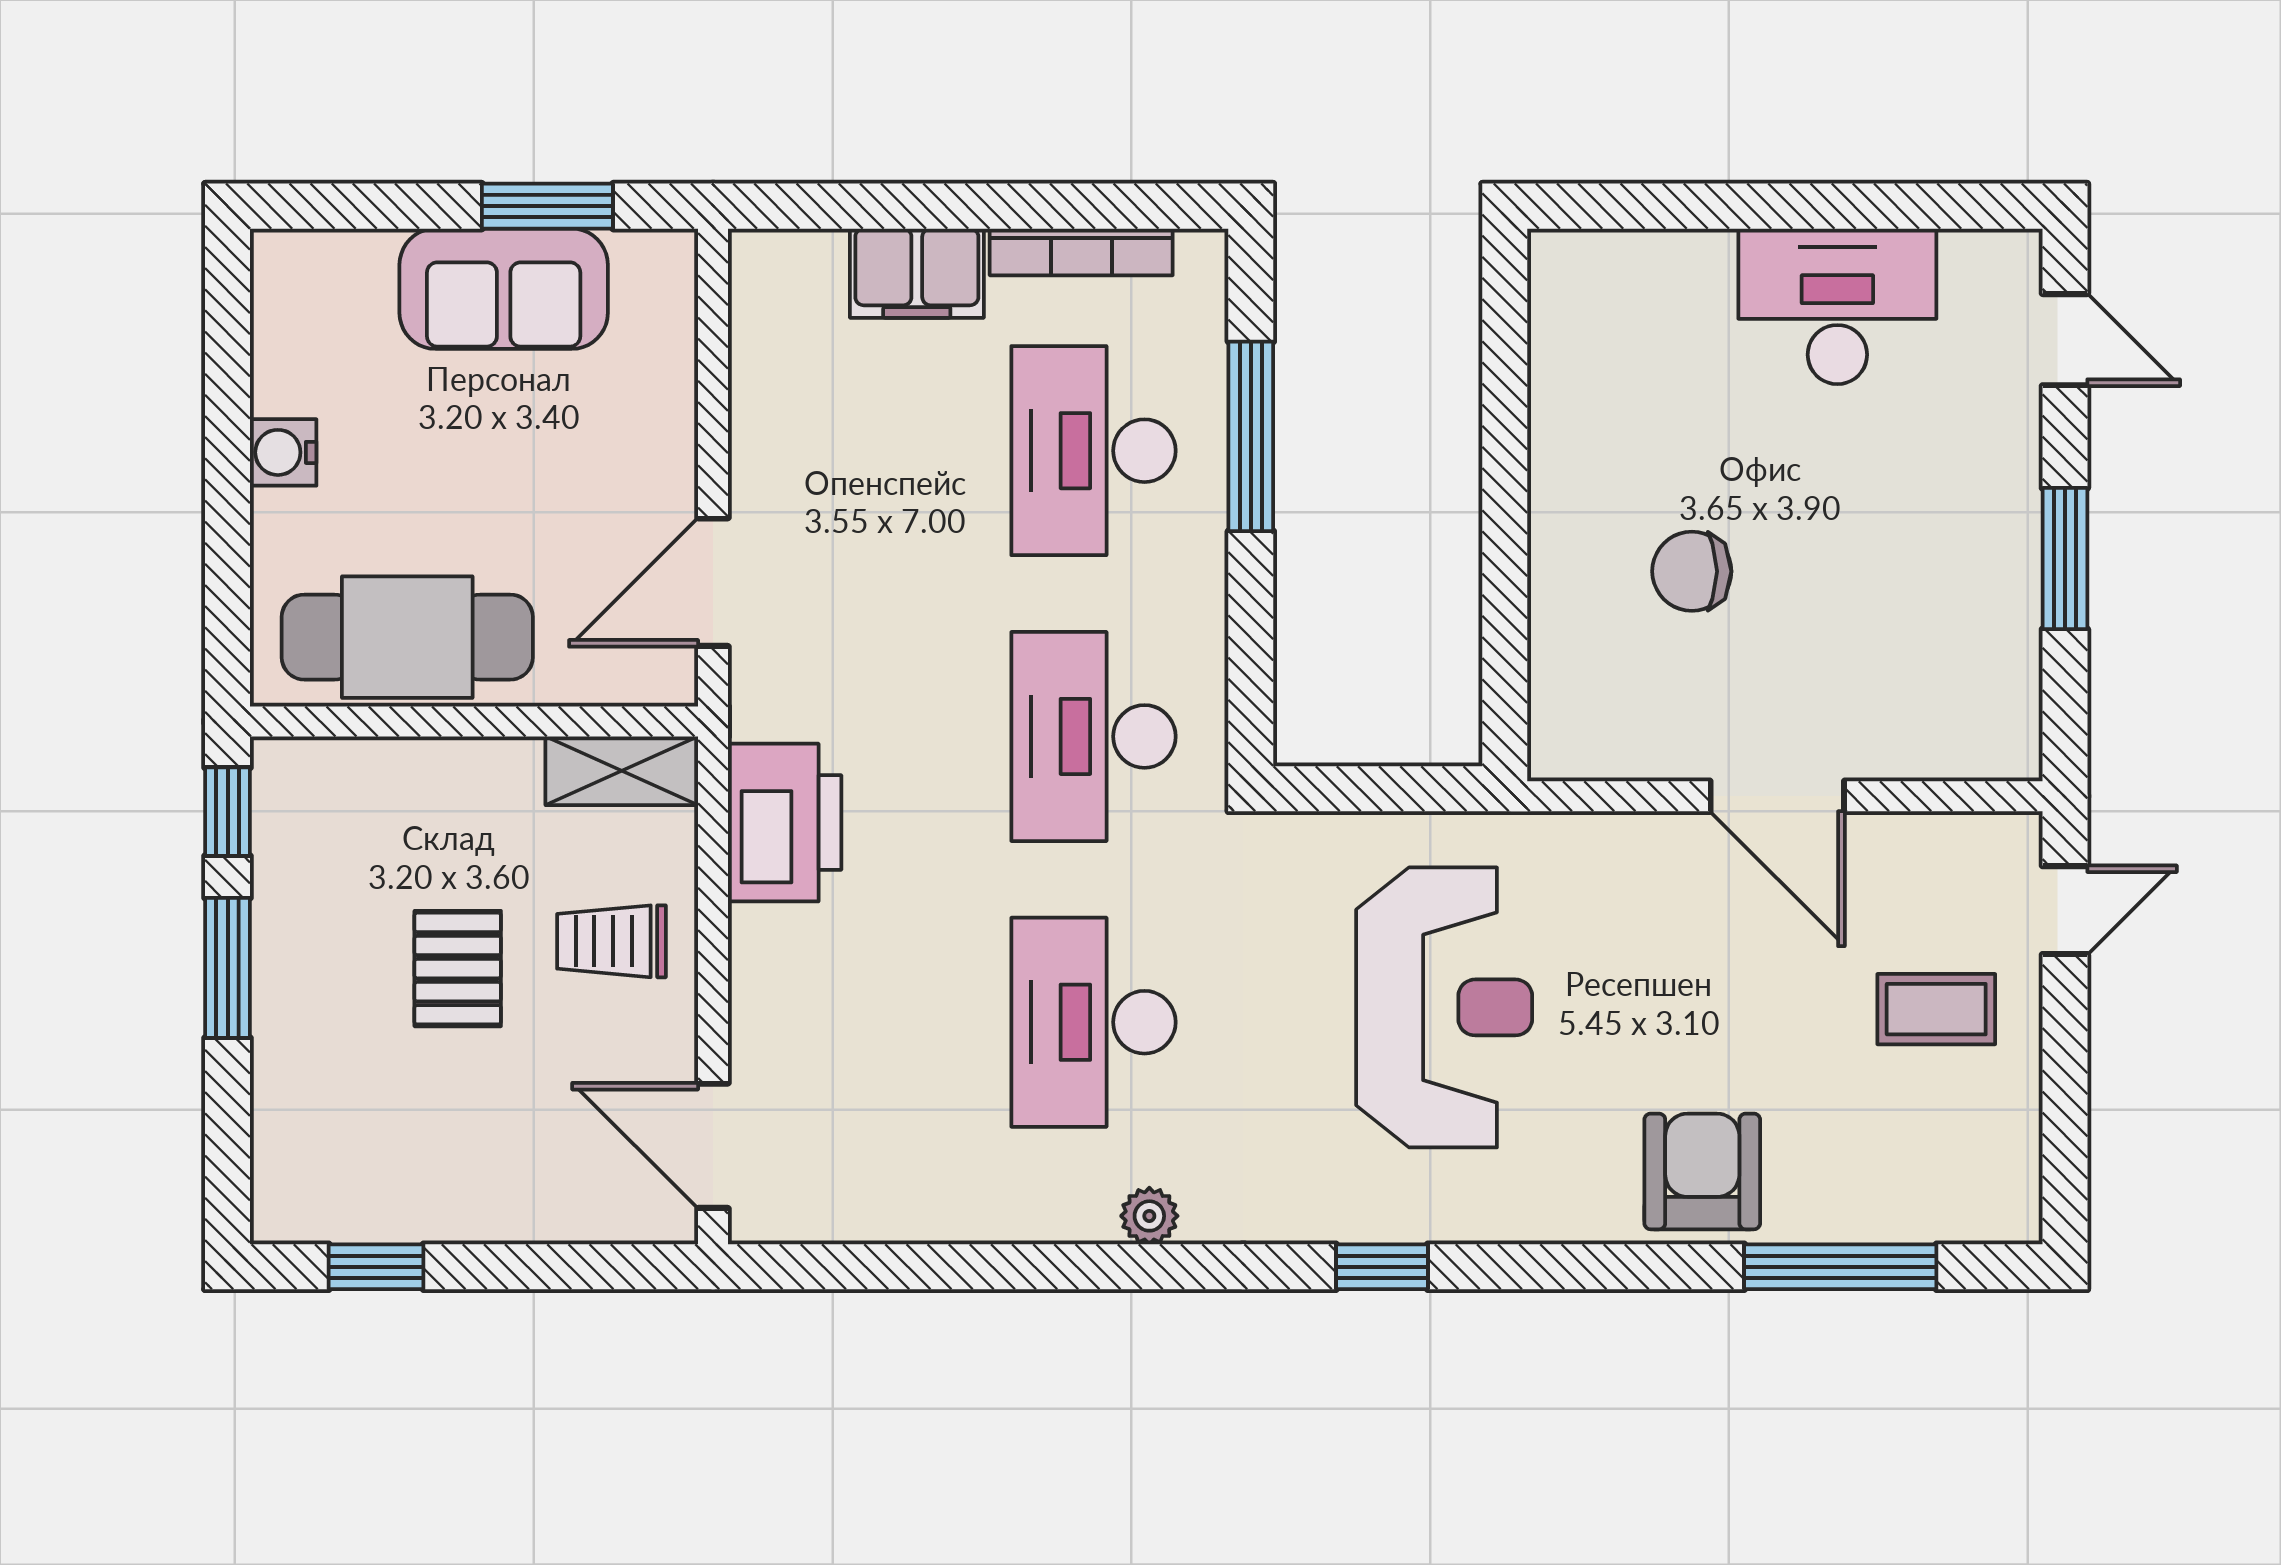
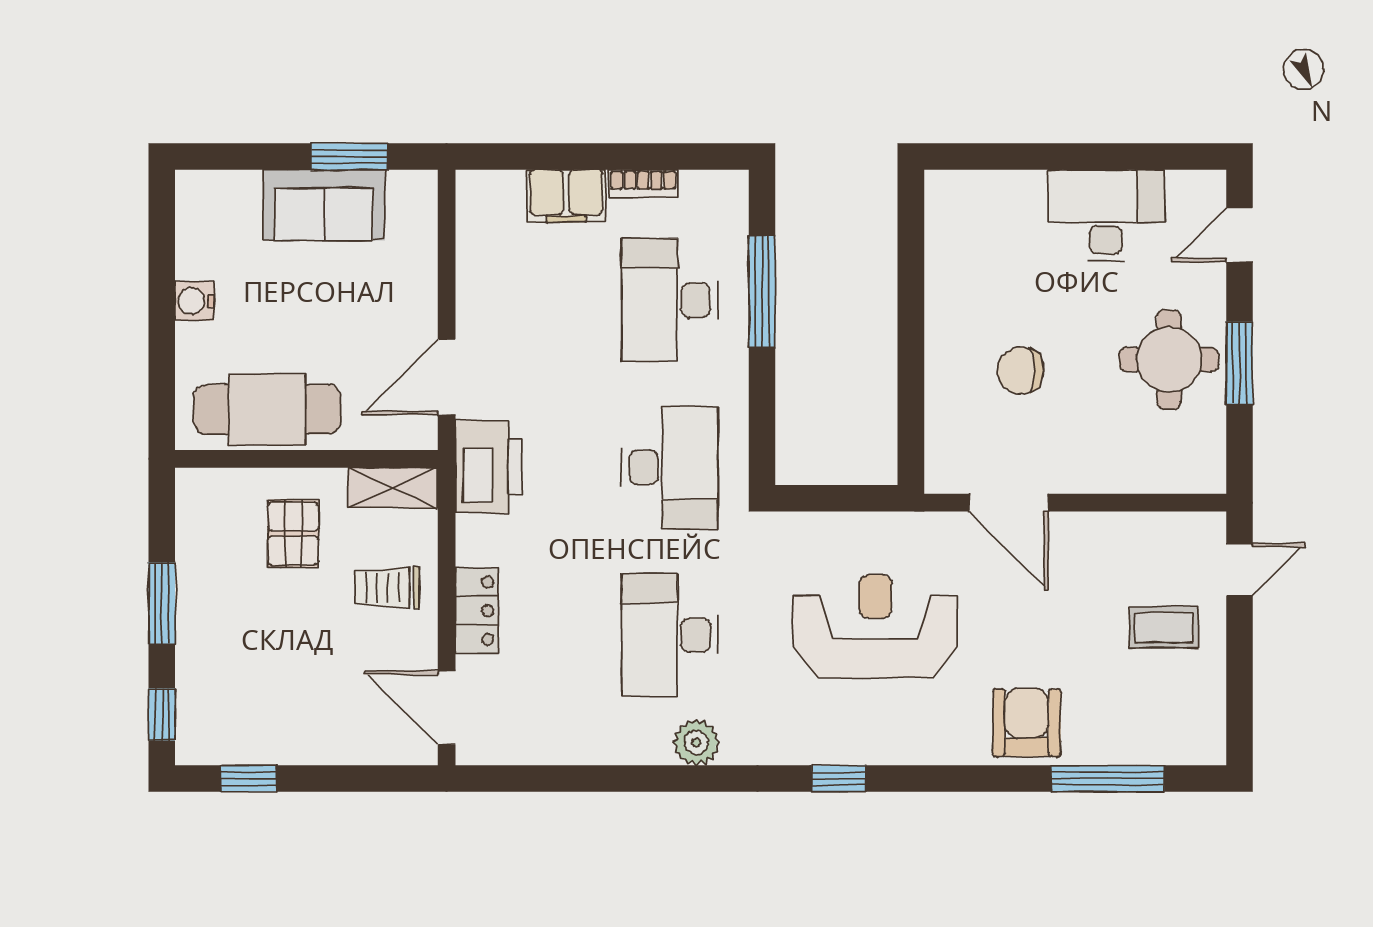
bookcase: (1081, 252) -> (643, 183), width x0.64
door: (2065, 340) -> (1239, 235), swing flipped
round table: (1945, 552) -> (1169, 359), added
desk: (1093, 736) -> (670, 468), turned 180
door: (1777, 796) -> (1008, 503), moved
window: (228, 812) -> (162, 714), moved
printer: (785, 823) -> (489, 467), moved
pallet: (458, 969) -> (293, 534), moved
locker: (765, 980) -> (477, 611), added
reception desk: (1444, 1007) -> (875, 627), turned -90
plant: (1149, 1216) -> (696, 743), width x1.38, depth x1.38

